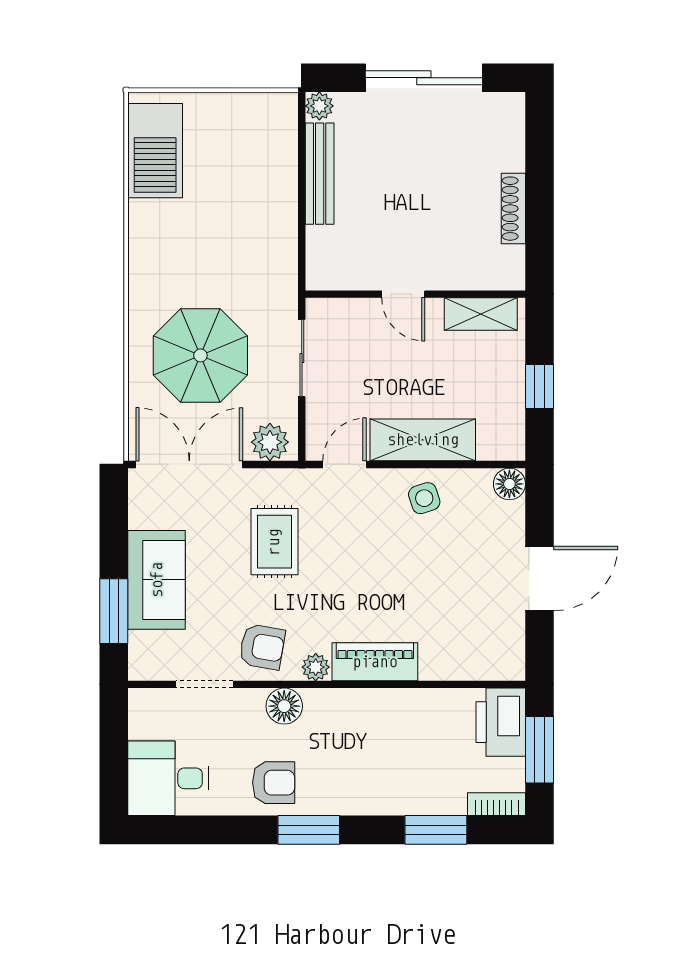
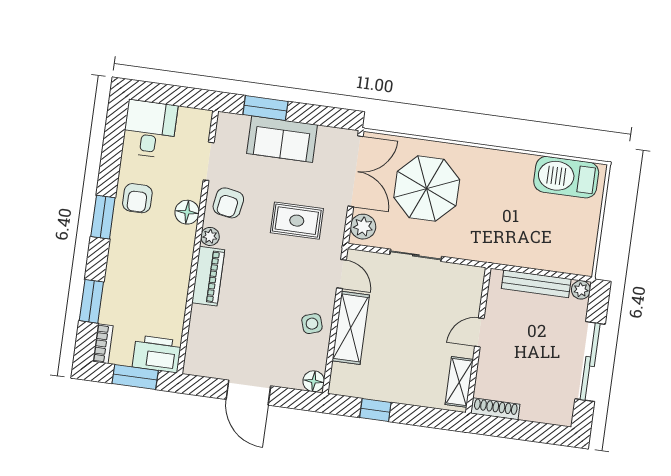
door: (403, 294) -> (479, 332), moved
wall: (415, 294) -> (478, 340), moved
shelving: (481, 314) -> (459, 382), moved

